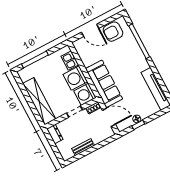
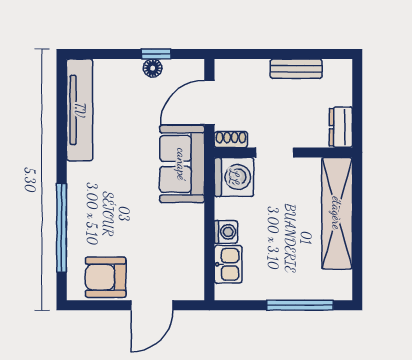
door: (90, 30) -> (152, 305), swing flipped
armchair: (113, 32) -> (106, 277), turned 180
washing machine: (75, 78) -> (226, 232), width x0.53, depth x0.53
sofa: (104, 84) -> (182, 164), width x0.73
door: (109, 117) -> (209, 102), hinge flipped

